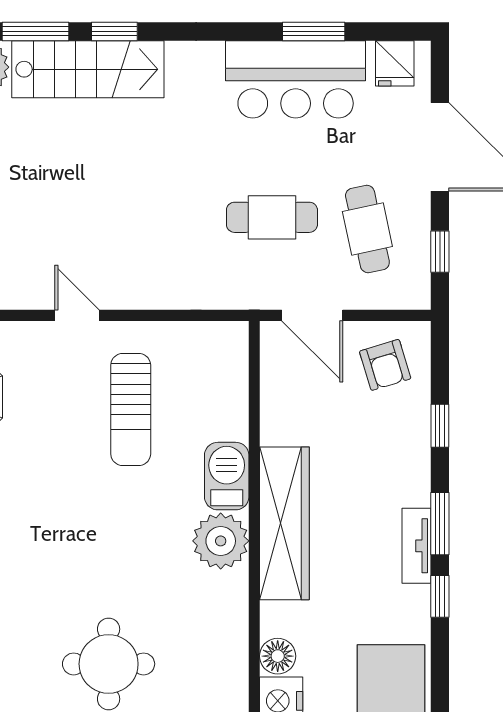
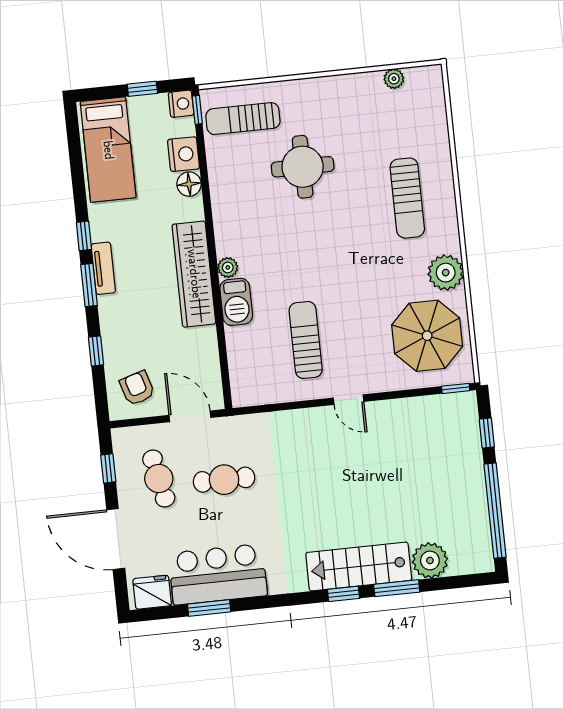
fridge: (395, 63) -> (152, 592), width x1.38
plant: (221, 541) -> (228, 267), width x0.53, depth x0.53

